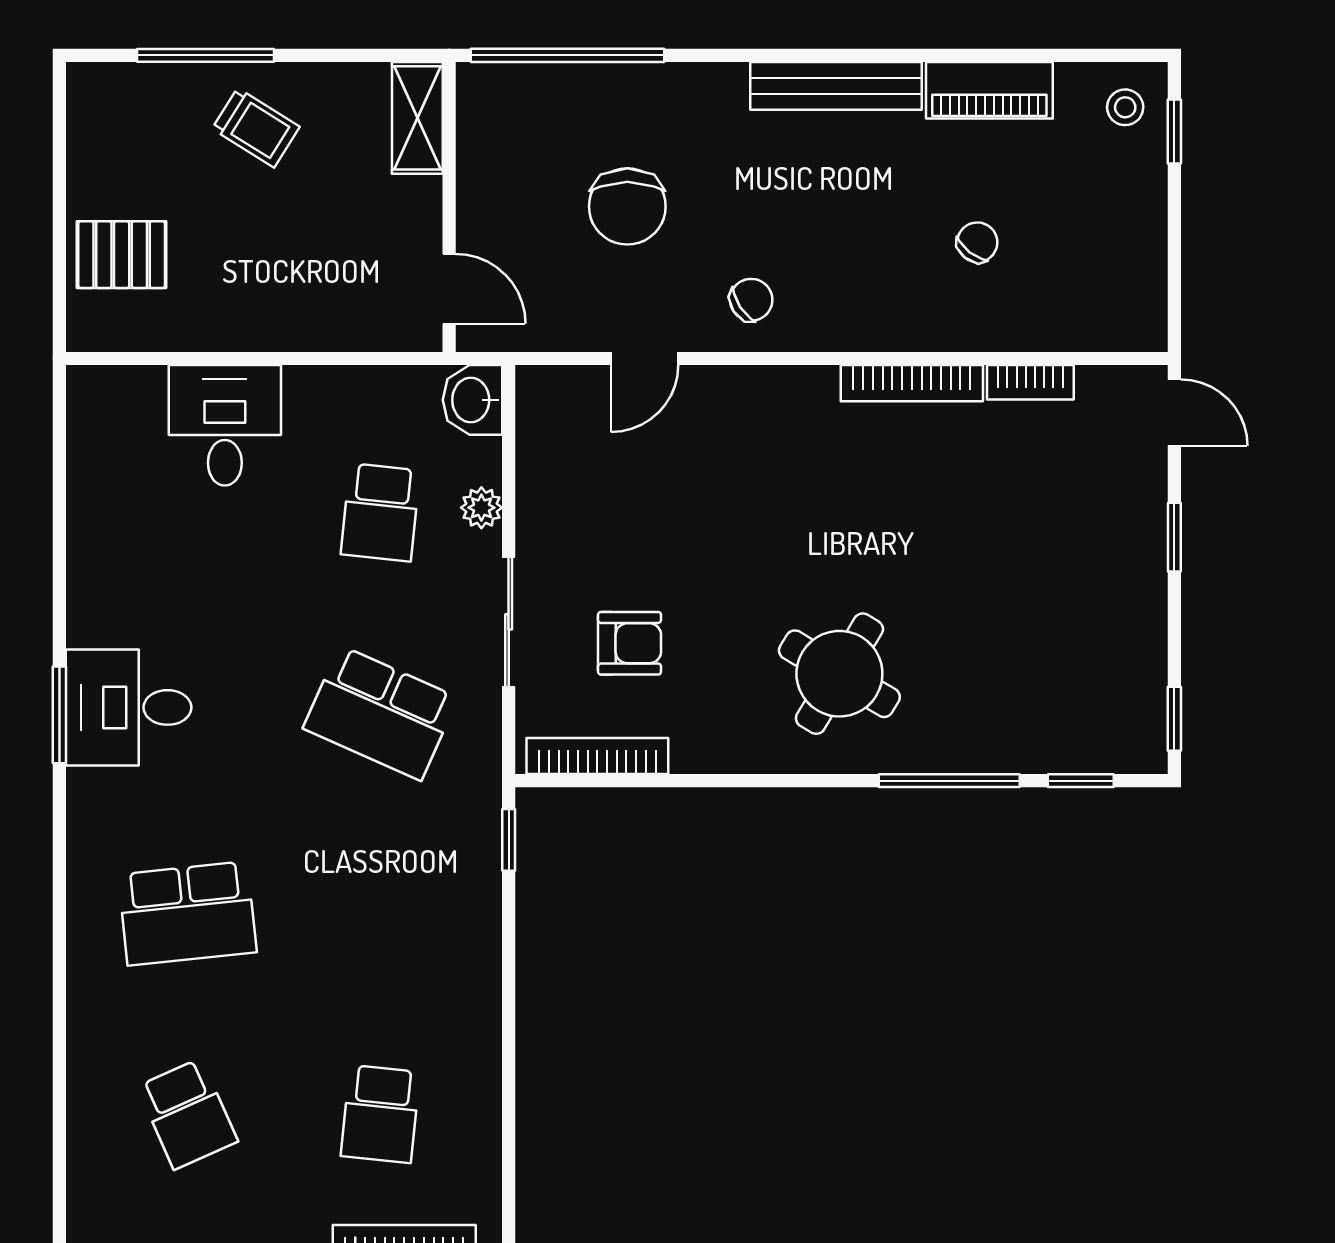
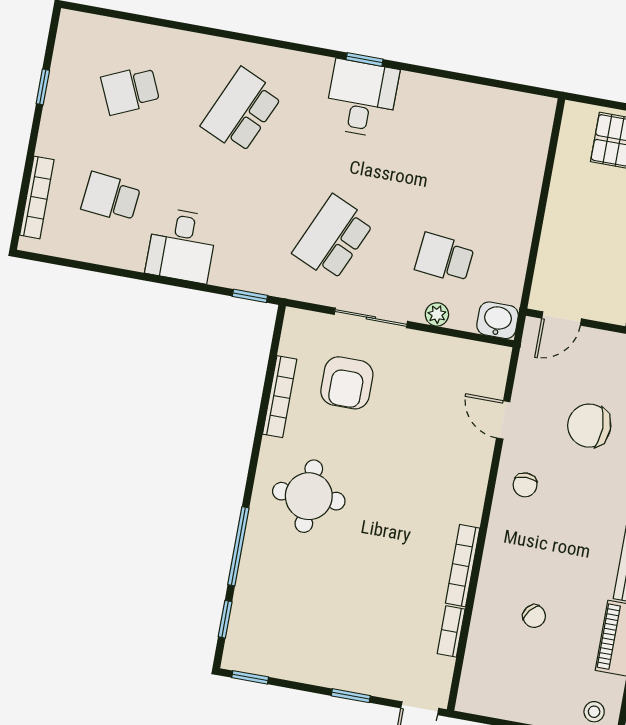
chair: (751, 300) -> (525, 485), turned 33
desk: (225, 425) -> (182, 245), moved, turned 90
armchair: (630, 643) -> (347, 383), width x1.38, depth x1.38
round table: (839, 674) -> (309, 496), turned -31
window: (59, 715) -> (365, 59), width x0.67
bookcase: (597, 756) -> (280, 397), moved
school desk: (187, 913) -> (242, 110), turned 30

